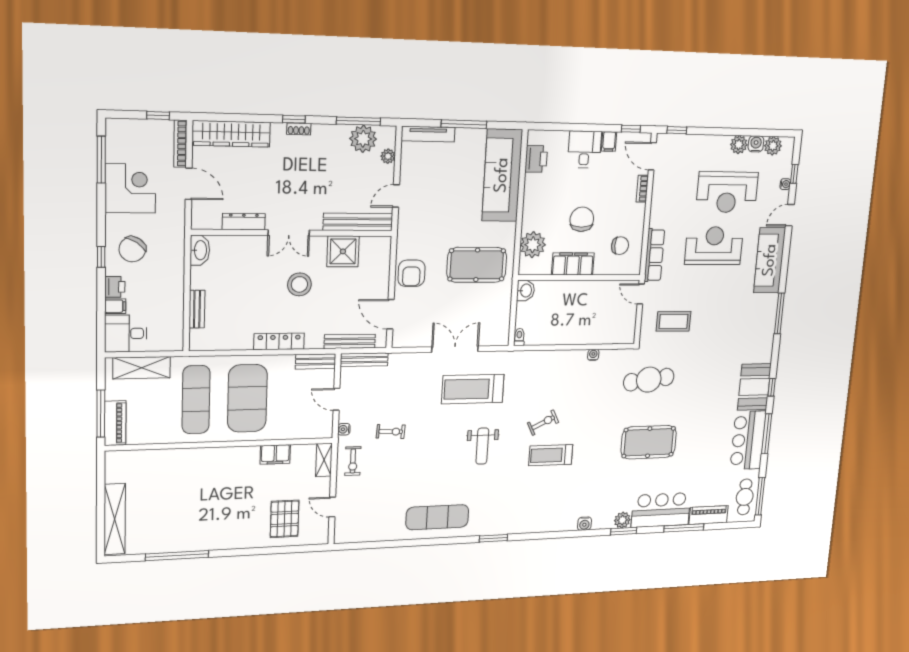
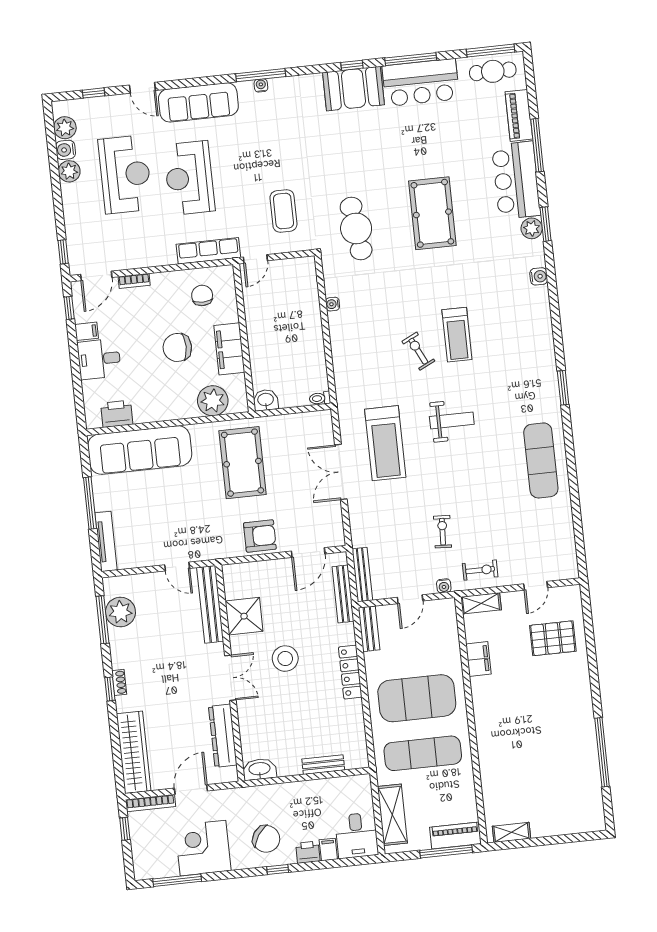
plant: (388, 156) -> (135, 582), removed
water cooler: (785, 184) -> (261, 85), moved
dresser: (244, 222) -> (223, 736), width x1.37, depth x1.24
shelving: (115, 519) -> (511, 832), moved, width x0.45, depth x0.75

